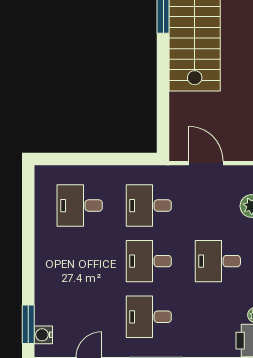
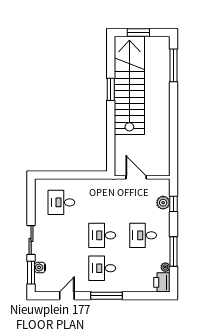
desk: (149, 206) -> (102, 202), removed
sliding door: (28, 269) -> (31, 240), added
water cooler: (43, 335) -> (40, 267), moved

